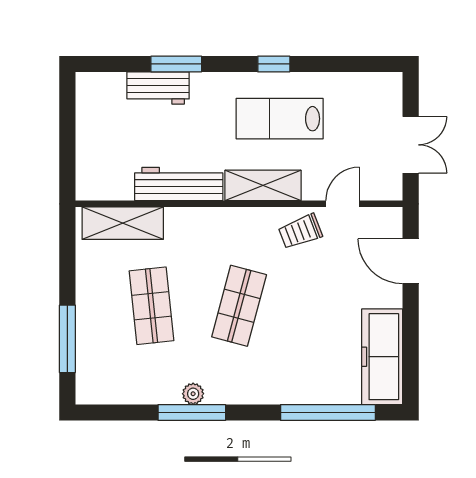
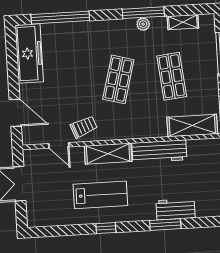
door: (343, 204) -> (59, 145), hinge flipped
shelving: (128, 393) -> (183, 22), added

